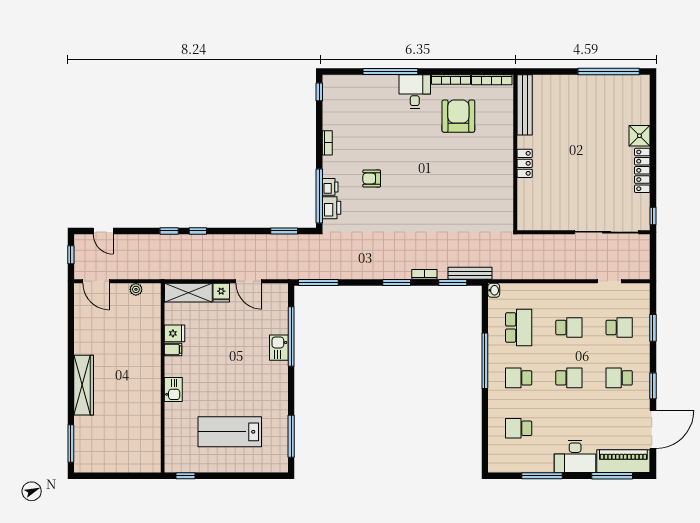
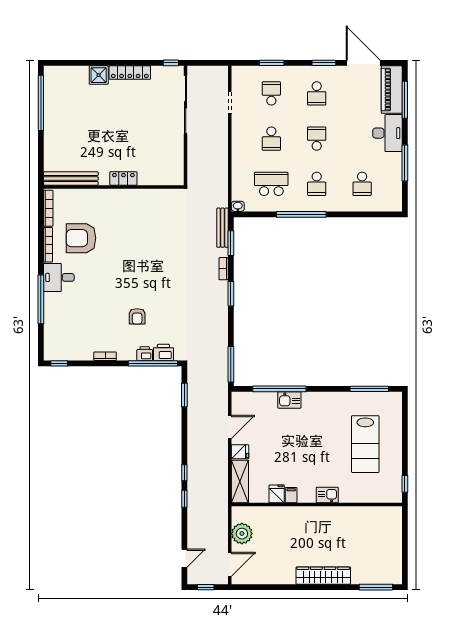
plant: (136, 289) -> (242, 534), width x1.88, depth x1.88
school desk: (569, 327) -> (271, 139), turned 180

